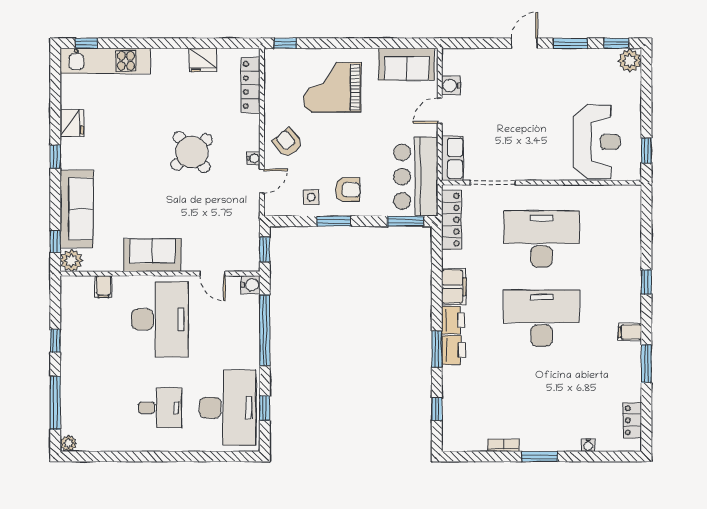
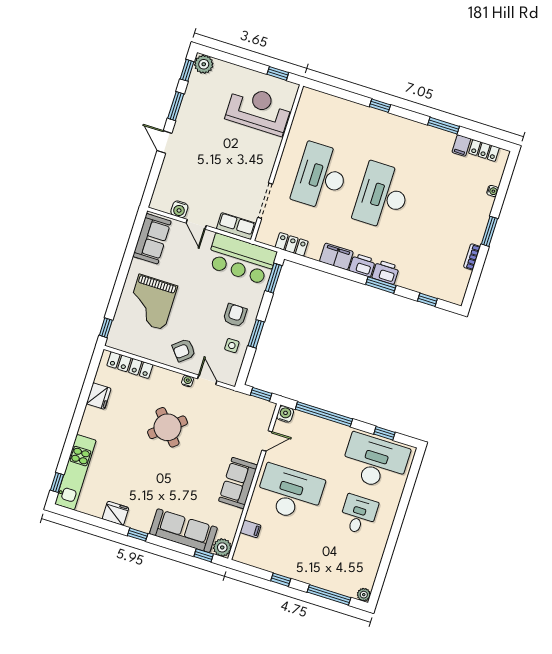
locker: (452, 220) -> (292, 244), width x0.66
filing cabinet: (630, 332) -> (461, 146), moved

